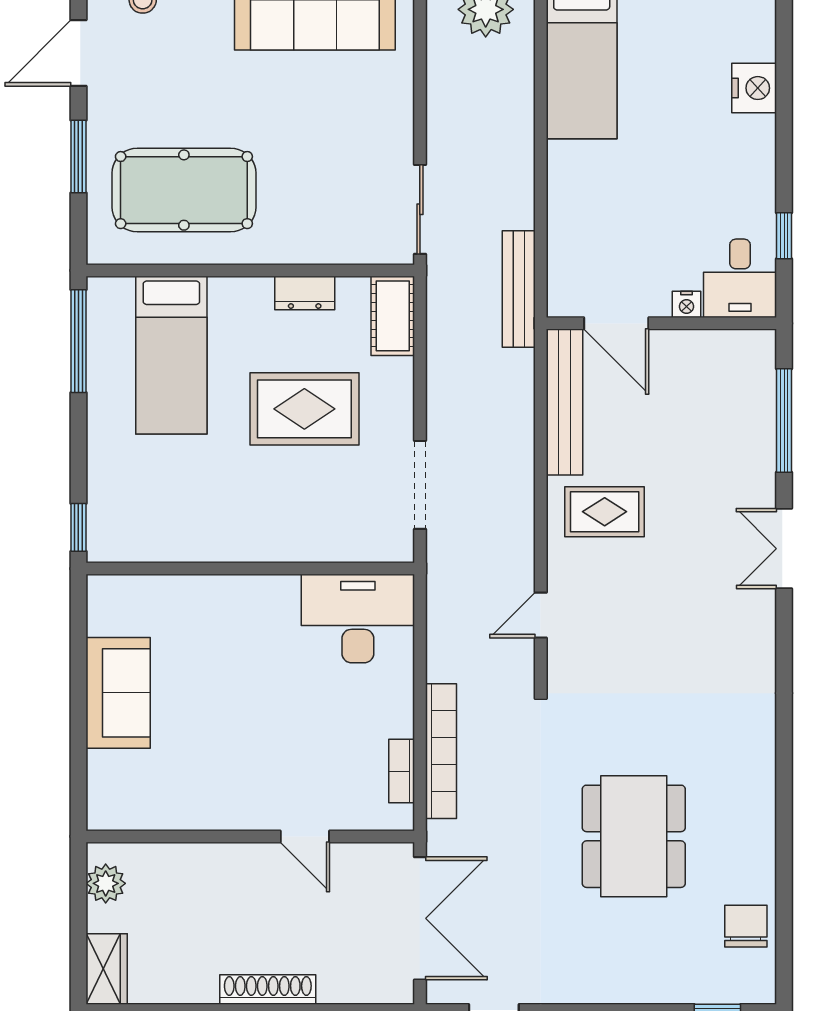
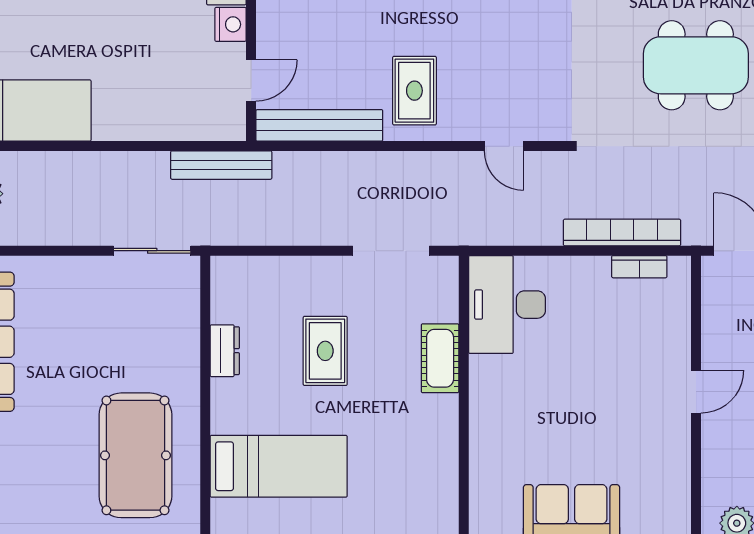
nightstand: (686, 304) -> (231, 24), width x1.39, depth x1.35
cot: (393, 316) -> (440, 358), moved, turned 90
door: (616, 323) -> (251, 81), width x0.73
rug: (304, 409) -> (325, 351), width x0.73, depth x0.70
door: (305, 836) -> (696, 392), moved

